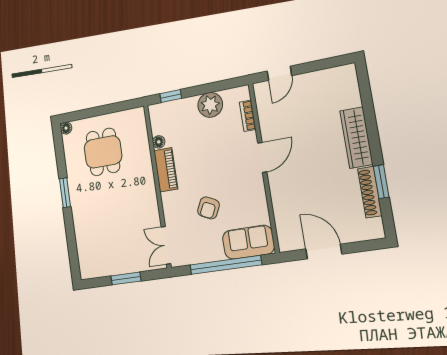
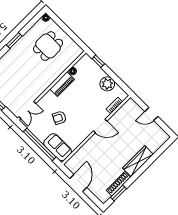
door: (279, 73) -> (151, 114), moved
window: (381, 182) -> (118, 193), moved
double door: (166, 245) -> (27, 110), swing flipped

